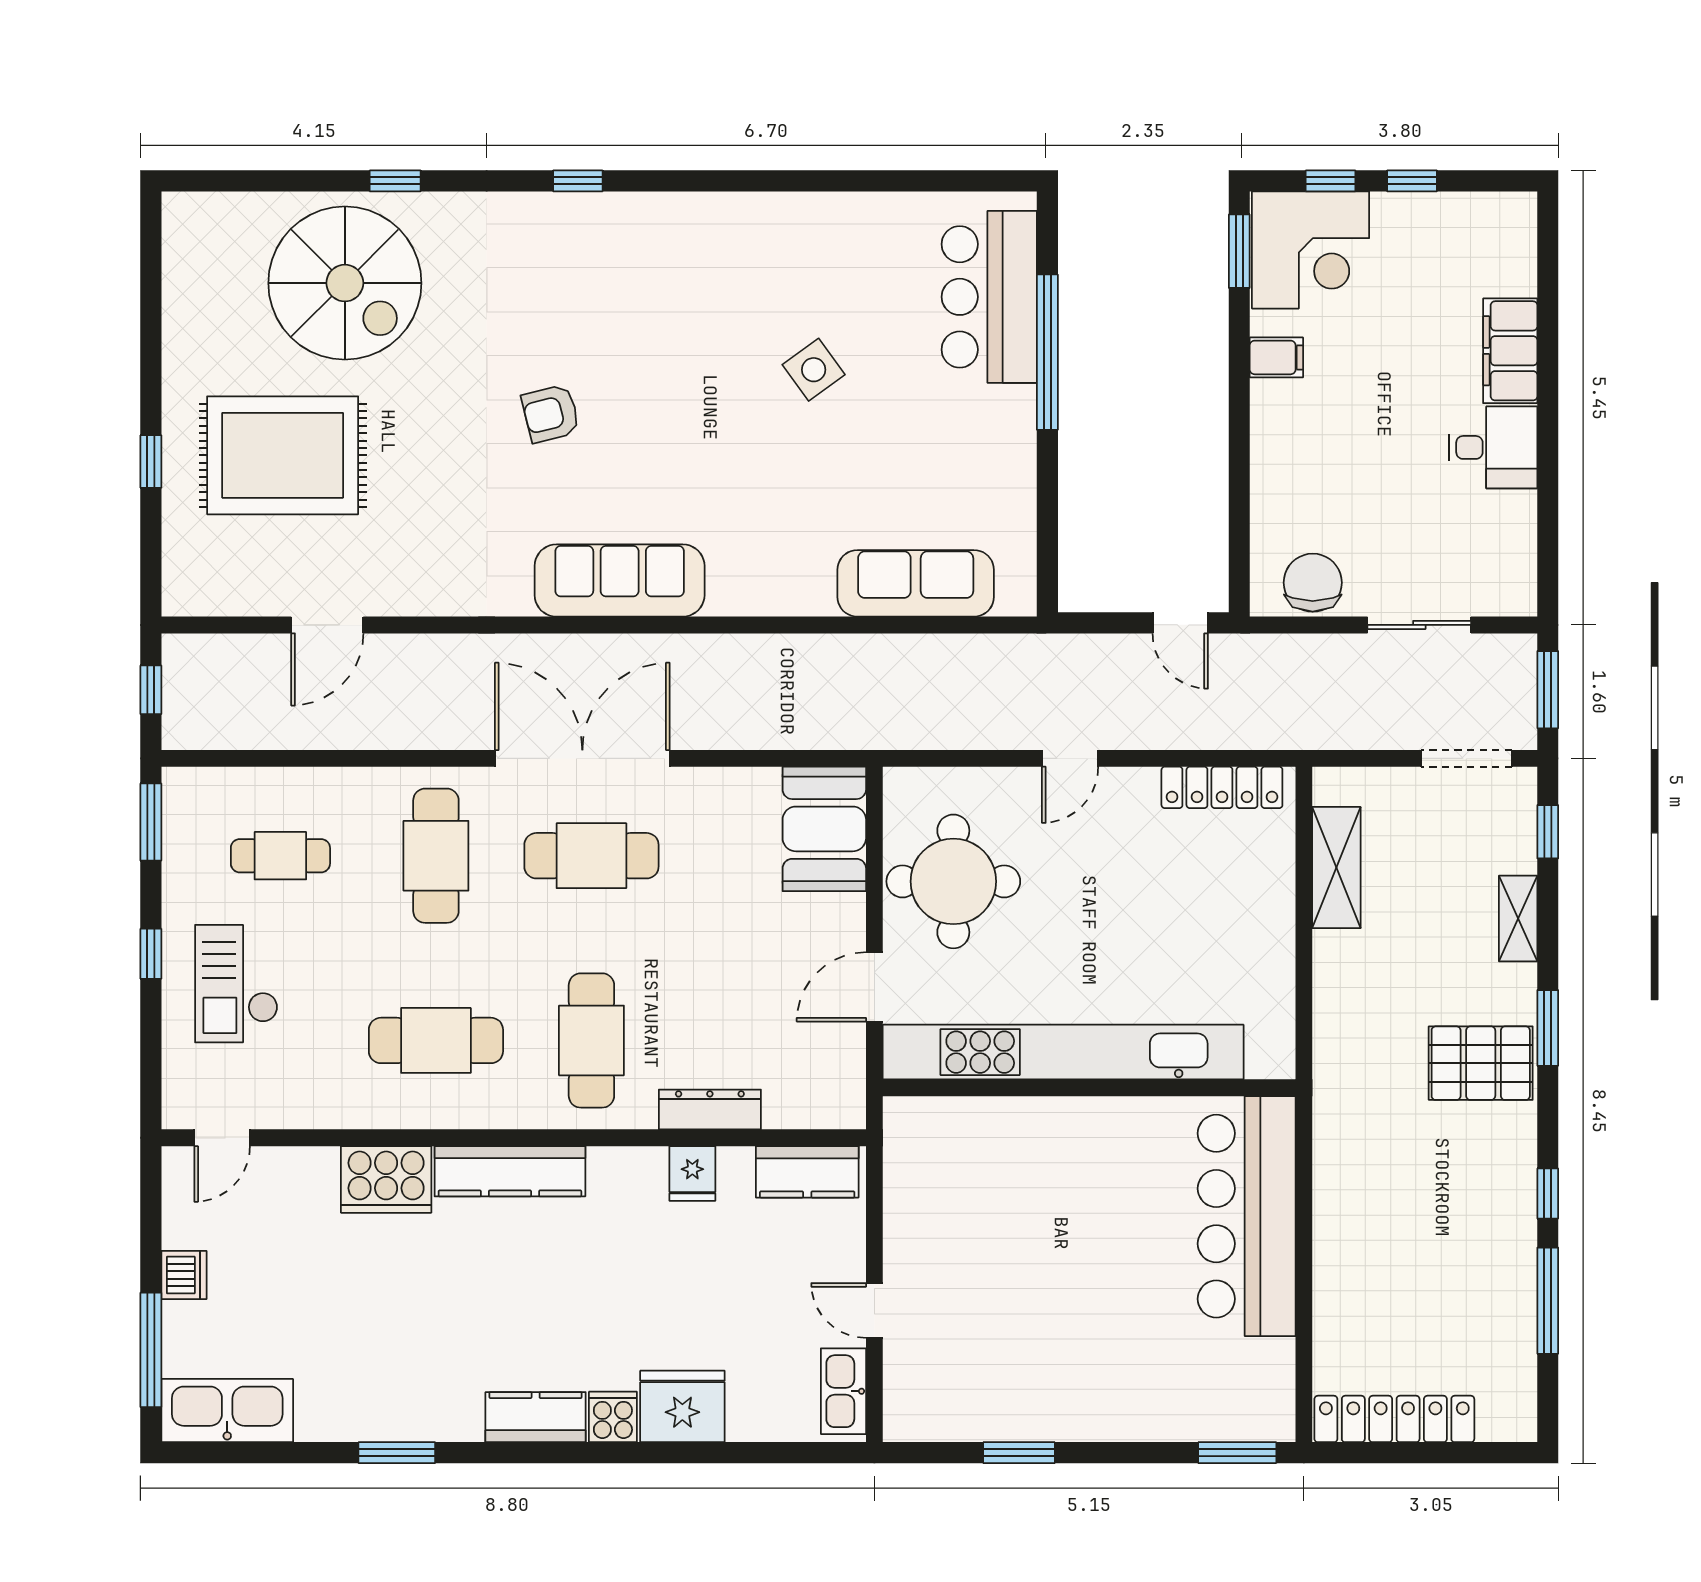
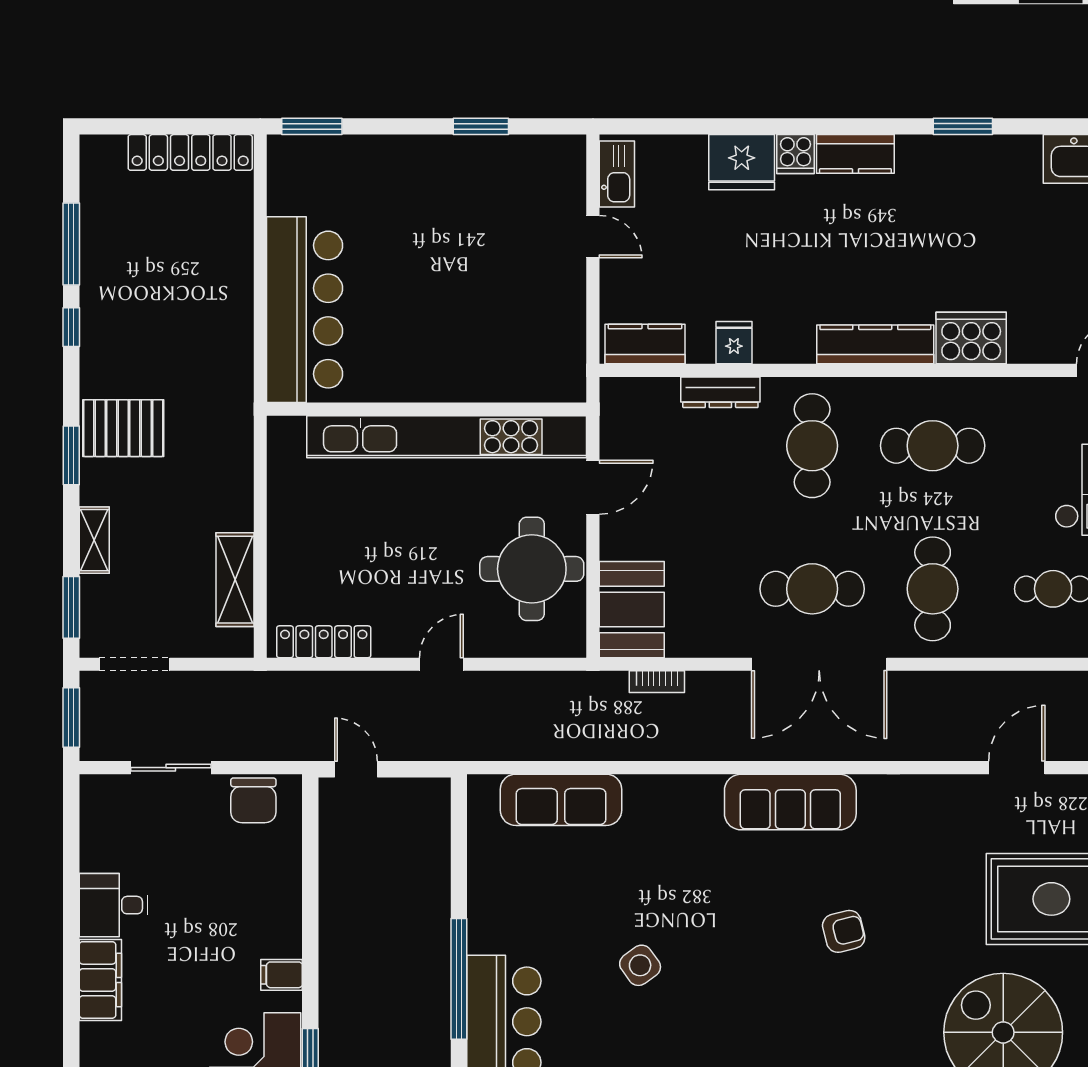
bookcase: (792, 736) -> (657, 682), added
window: (1548, 832) -> (71, 607), width x1.50

